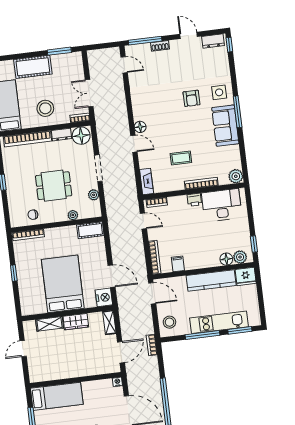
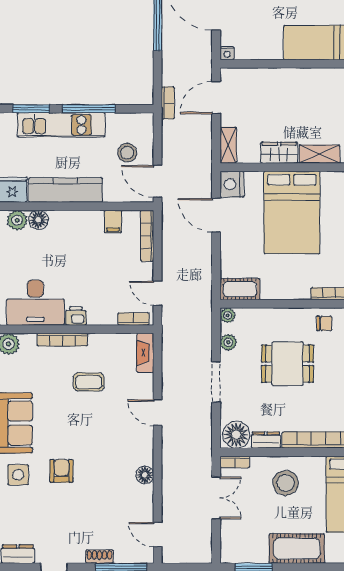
floor lamp: (140, 127) -> (145, 475), moved
plant: (73, 215) -> (228, 315), moved
stool: (169, 322) -> (127, 153), moved

